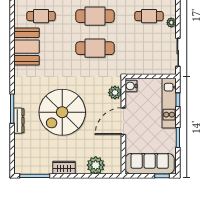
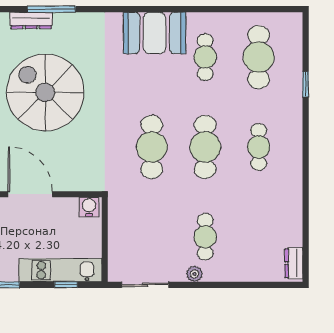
plant: (115, 93) -> (78, 180), removed

